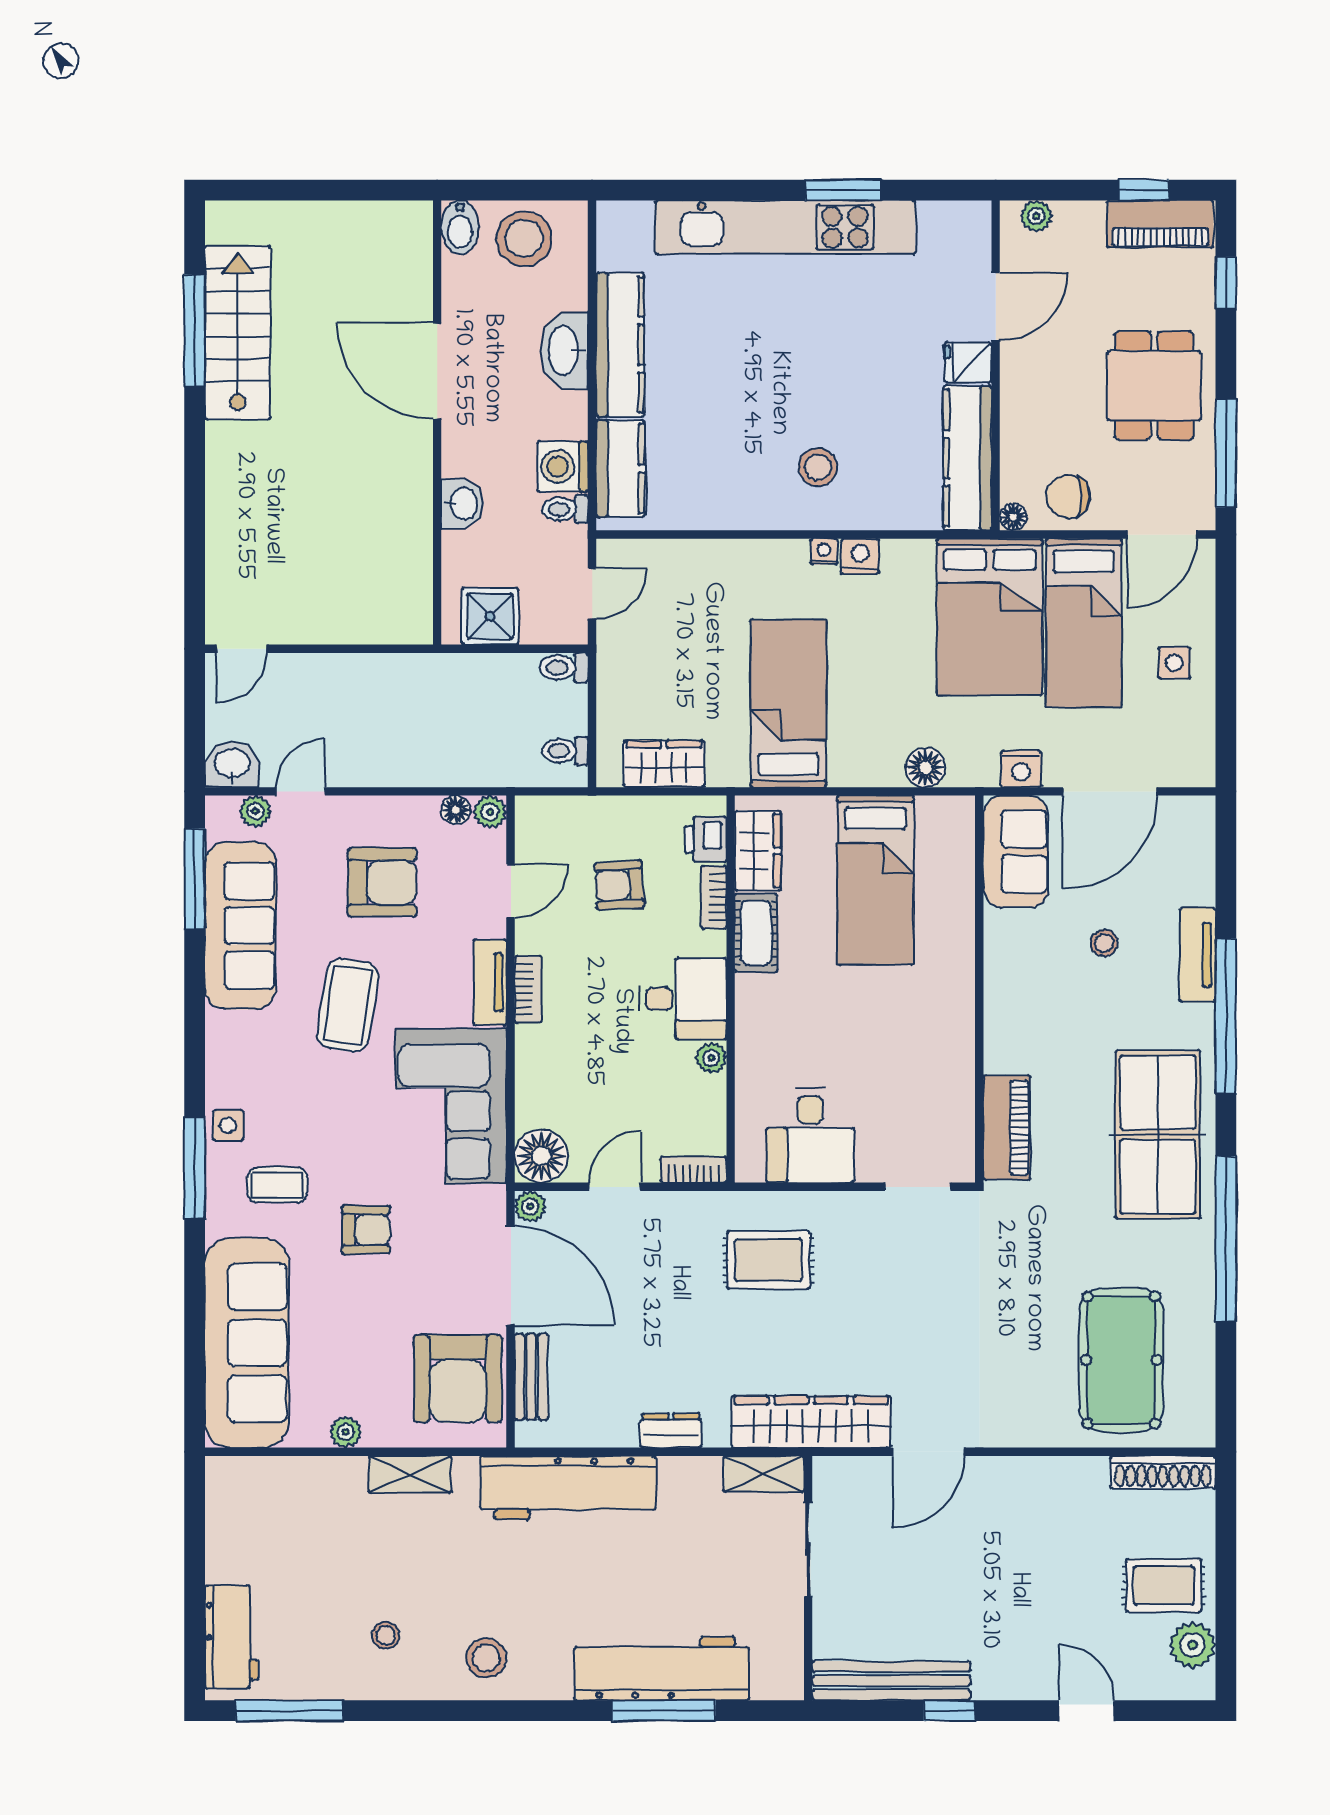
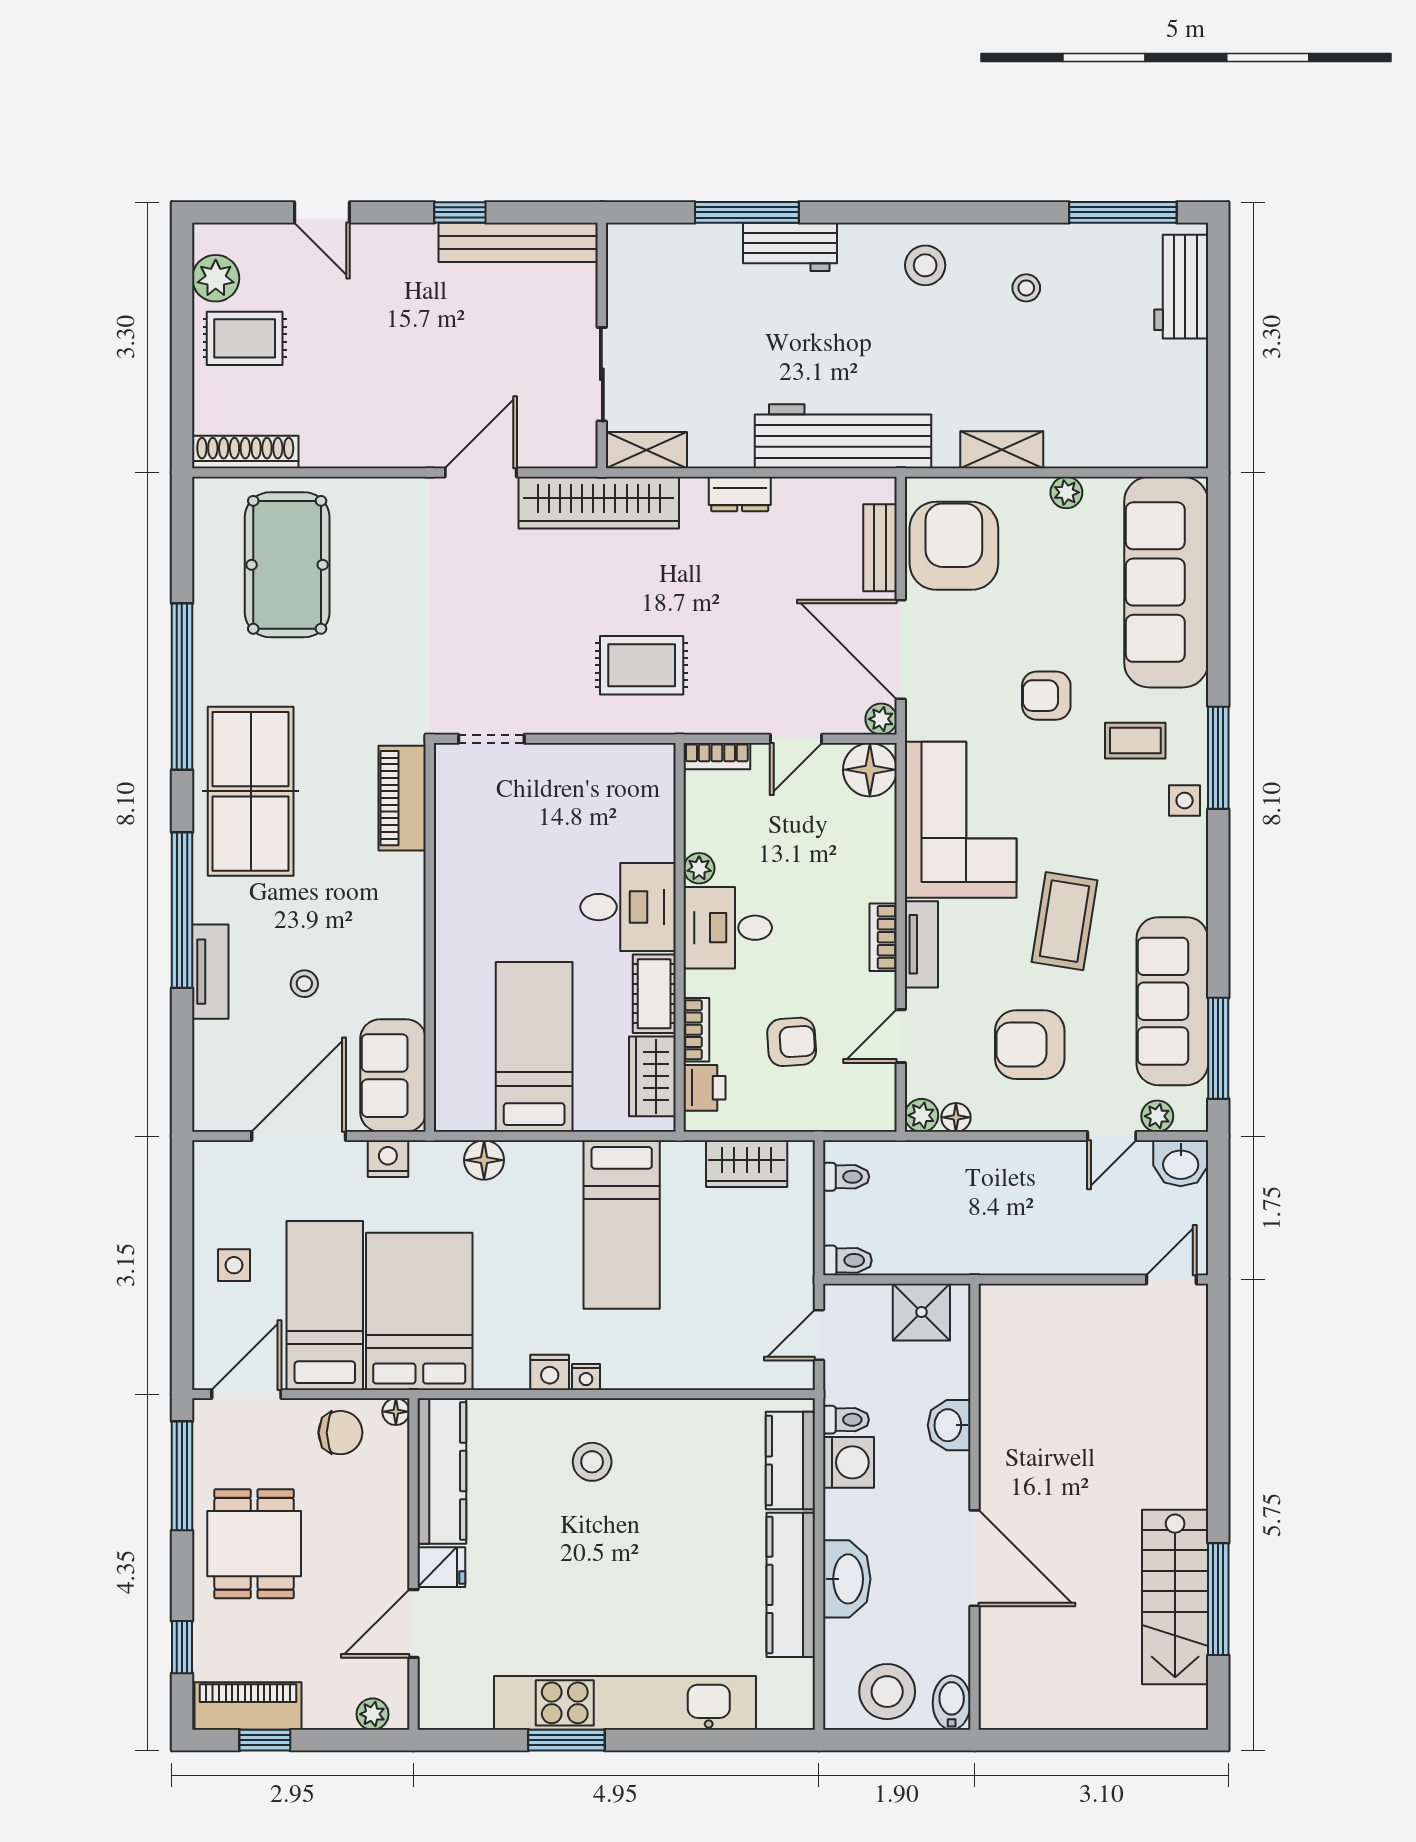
desk: (810, 1135) -> (628, 907), moved, turned 90
workbench: (662, 1669) -> (790, 247), width x0.53, depth x0.76

